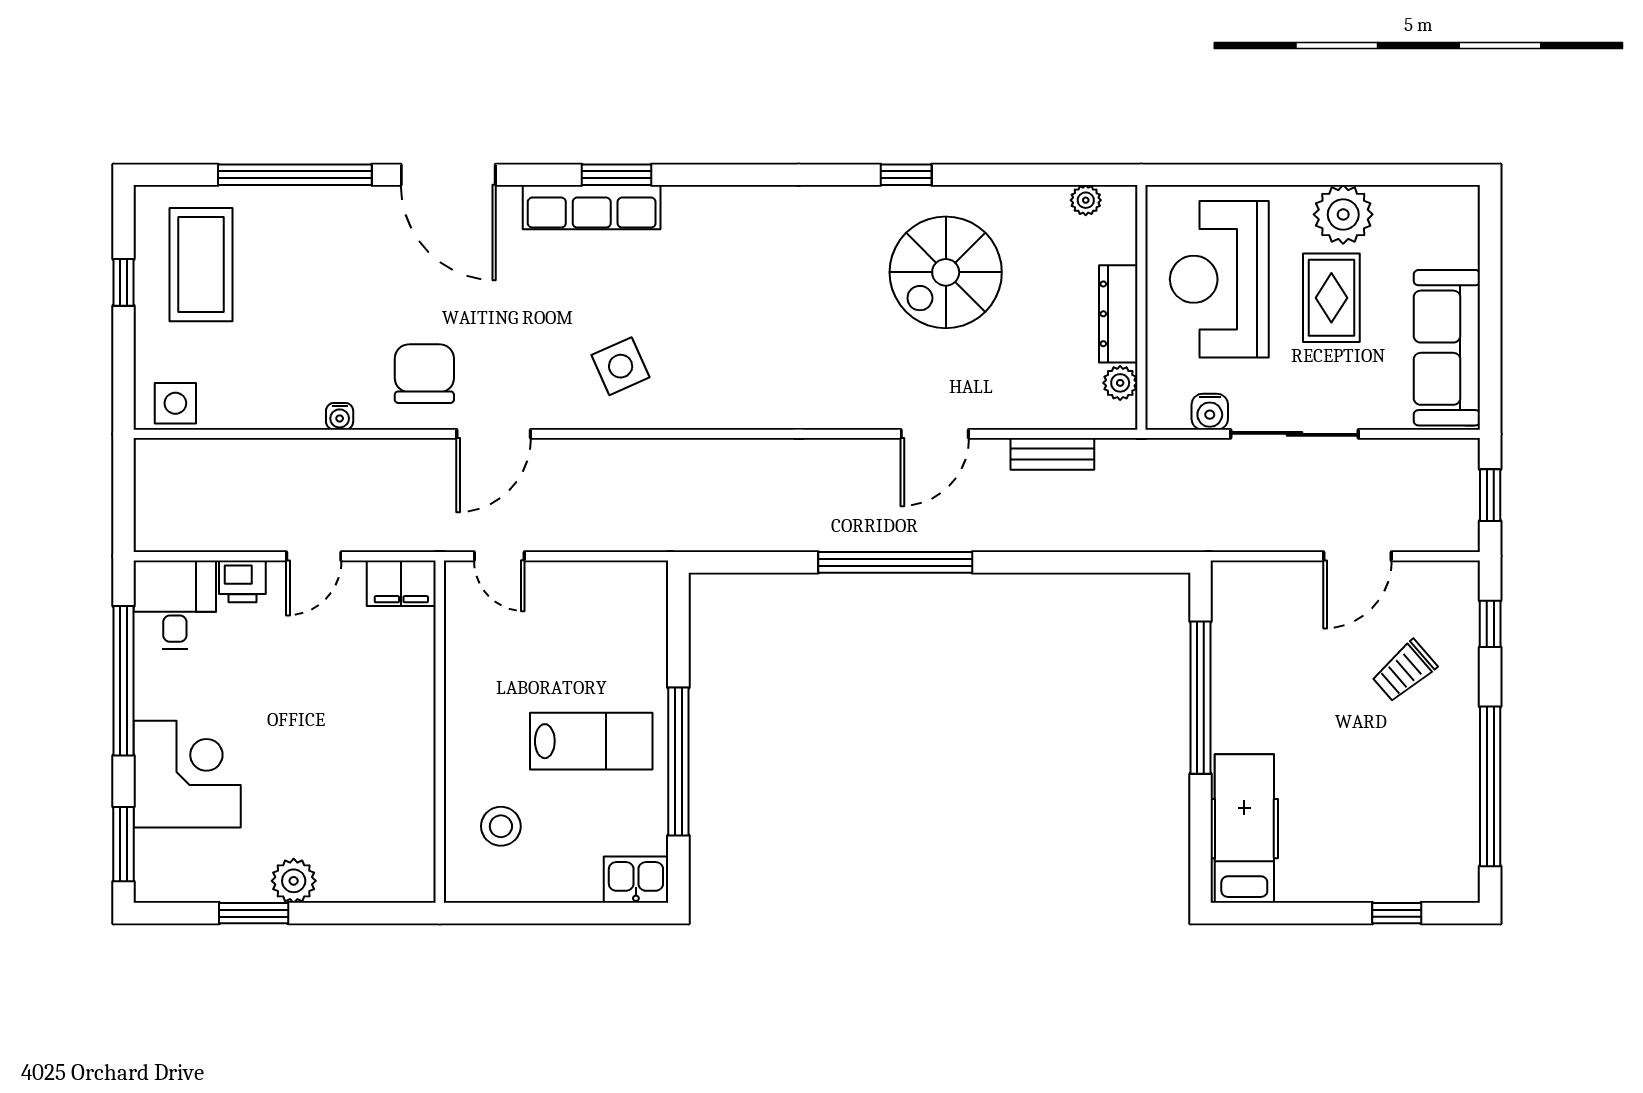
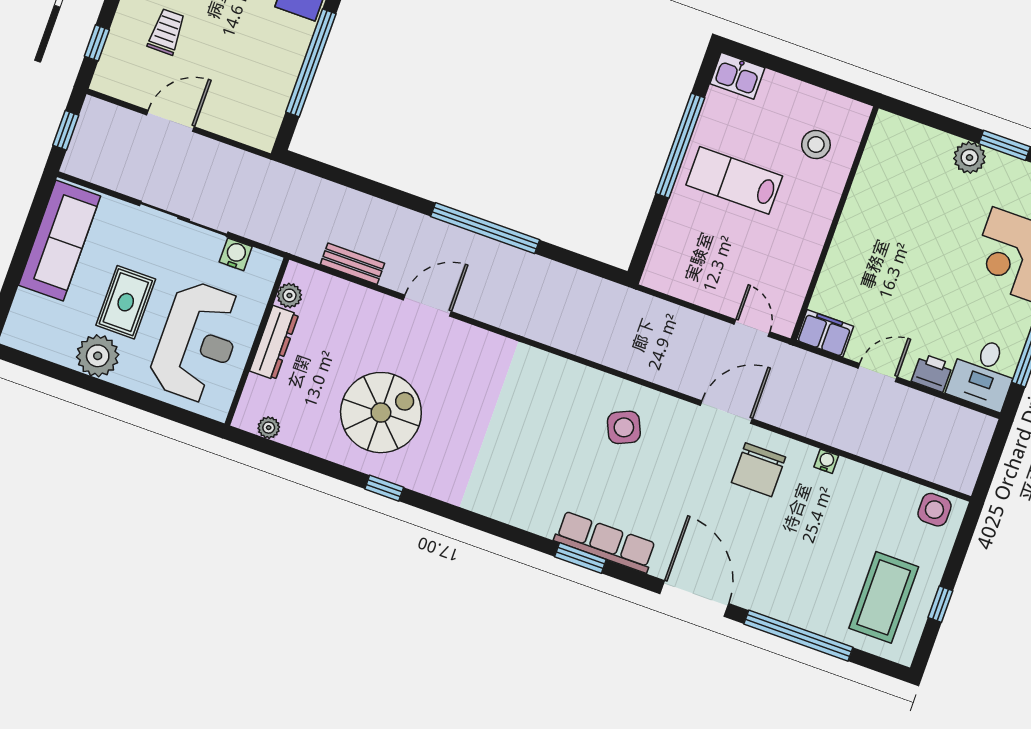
trolley: (1404, 671) -> (166, 32), turned -49

